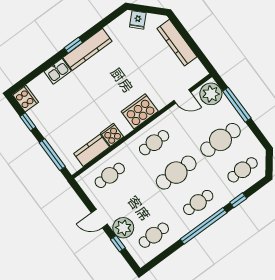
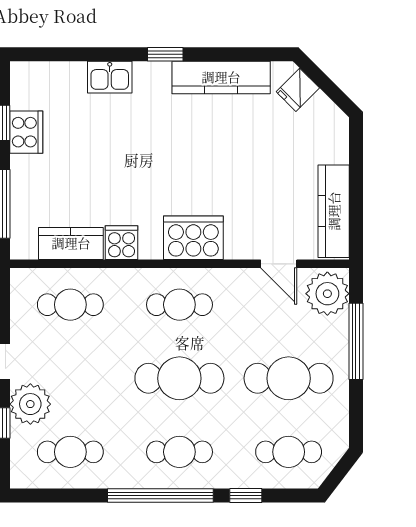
kitchen counter: (177, 43) -> (334, 211), moved
kitchen counter: (87, 49) -> (221, 77), moved
cooker: (26, 99) -> (26, 132), moved

